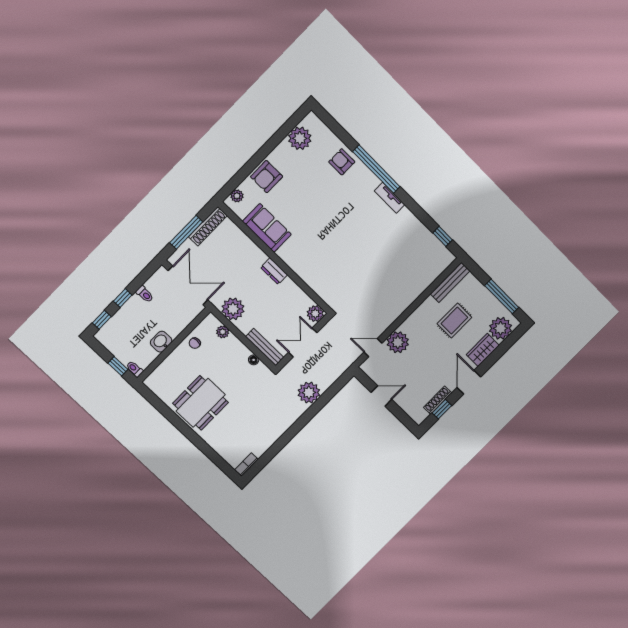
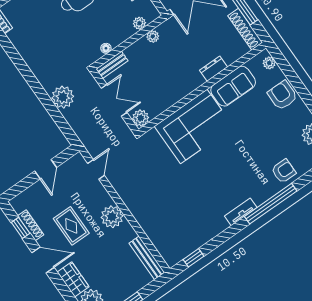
corner sofa: (314, 260) -> (194, 126), added
dresser: (274, 271) -> (214, 69), moved
plant: (233, 309) -> (153, 36), width x0.53, depth x0.53
rug: (454, 321) -> (71, 226), moved
plant: (398, 342) -> (112, 217), moved
bench: (265, 347) -> (112, 65), width x0.73

